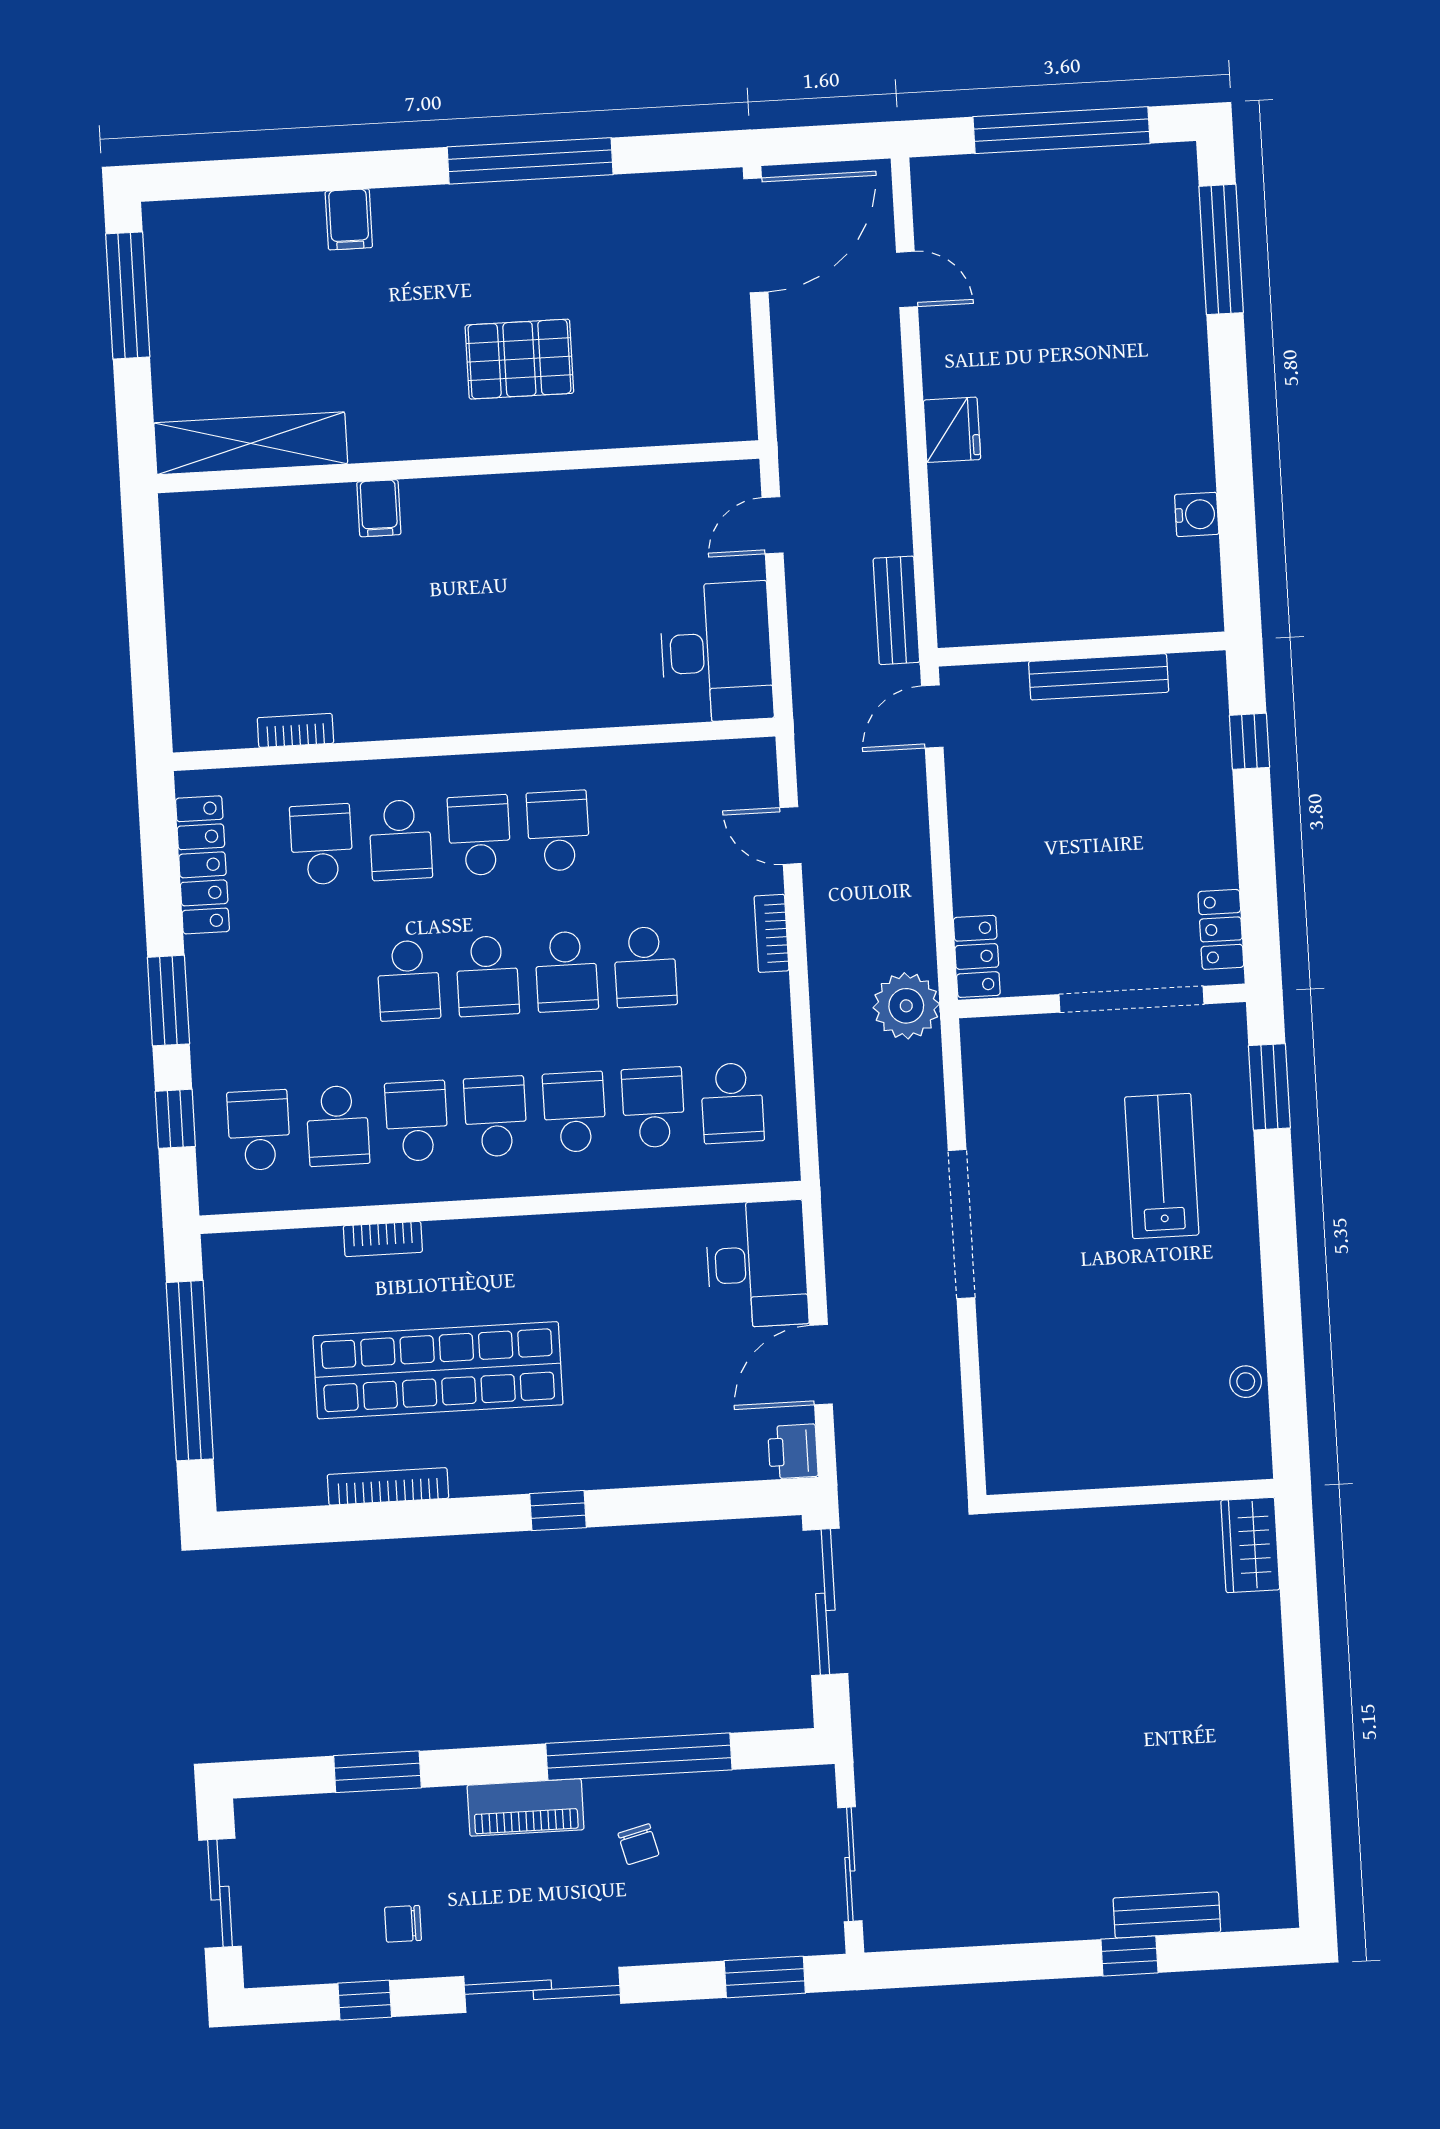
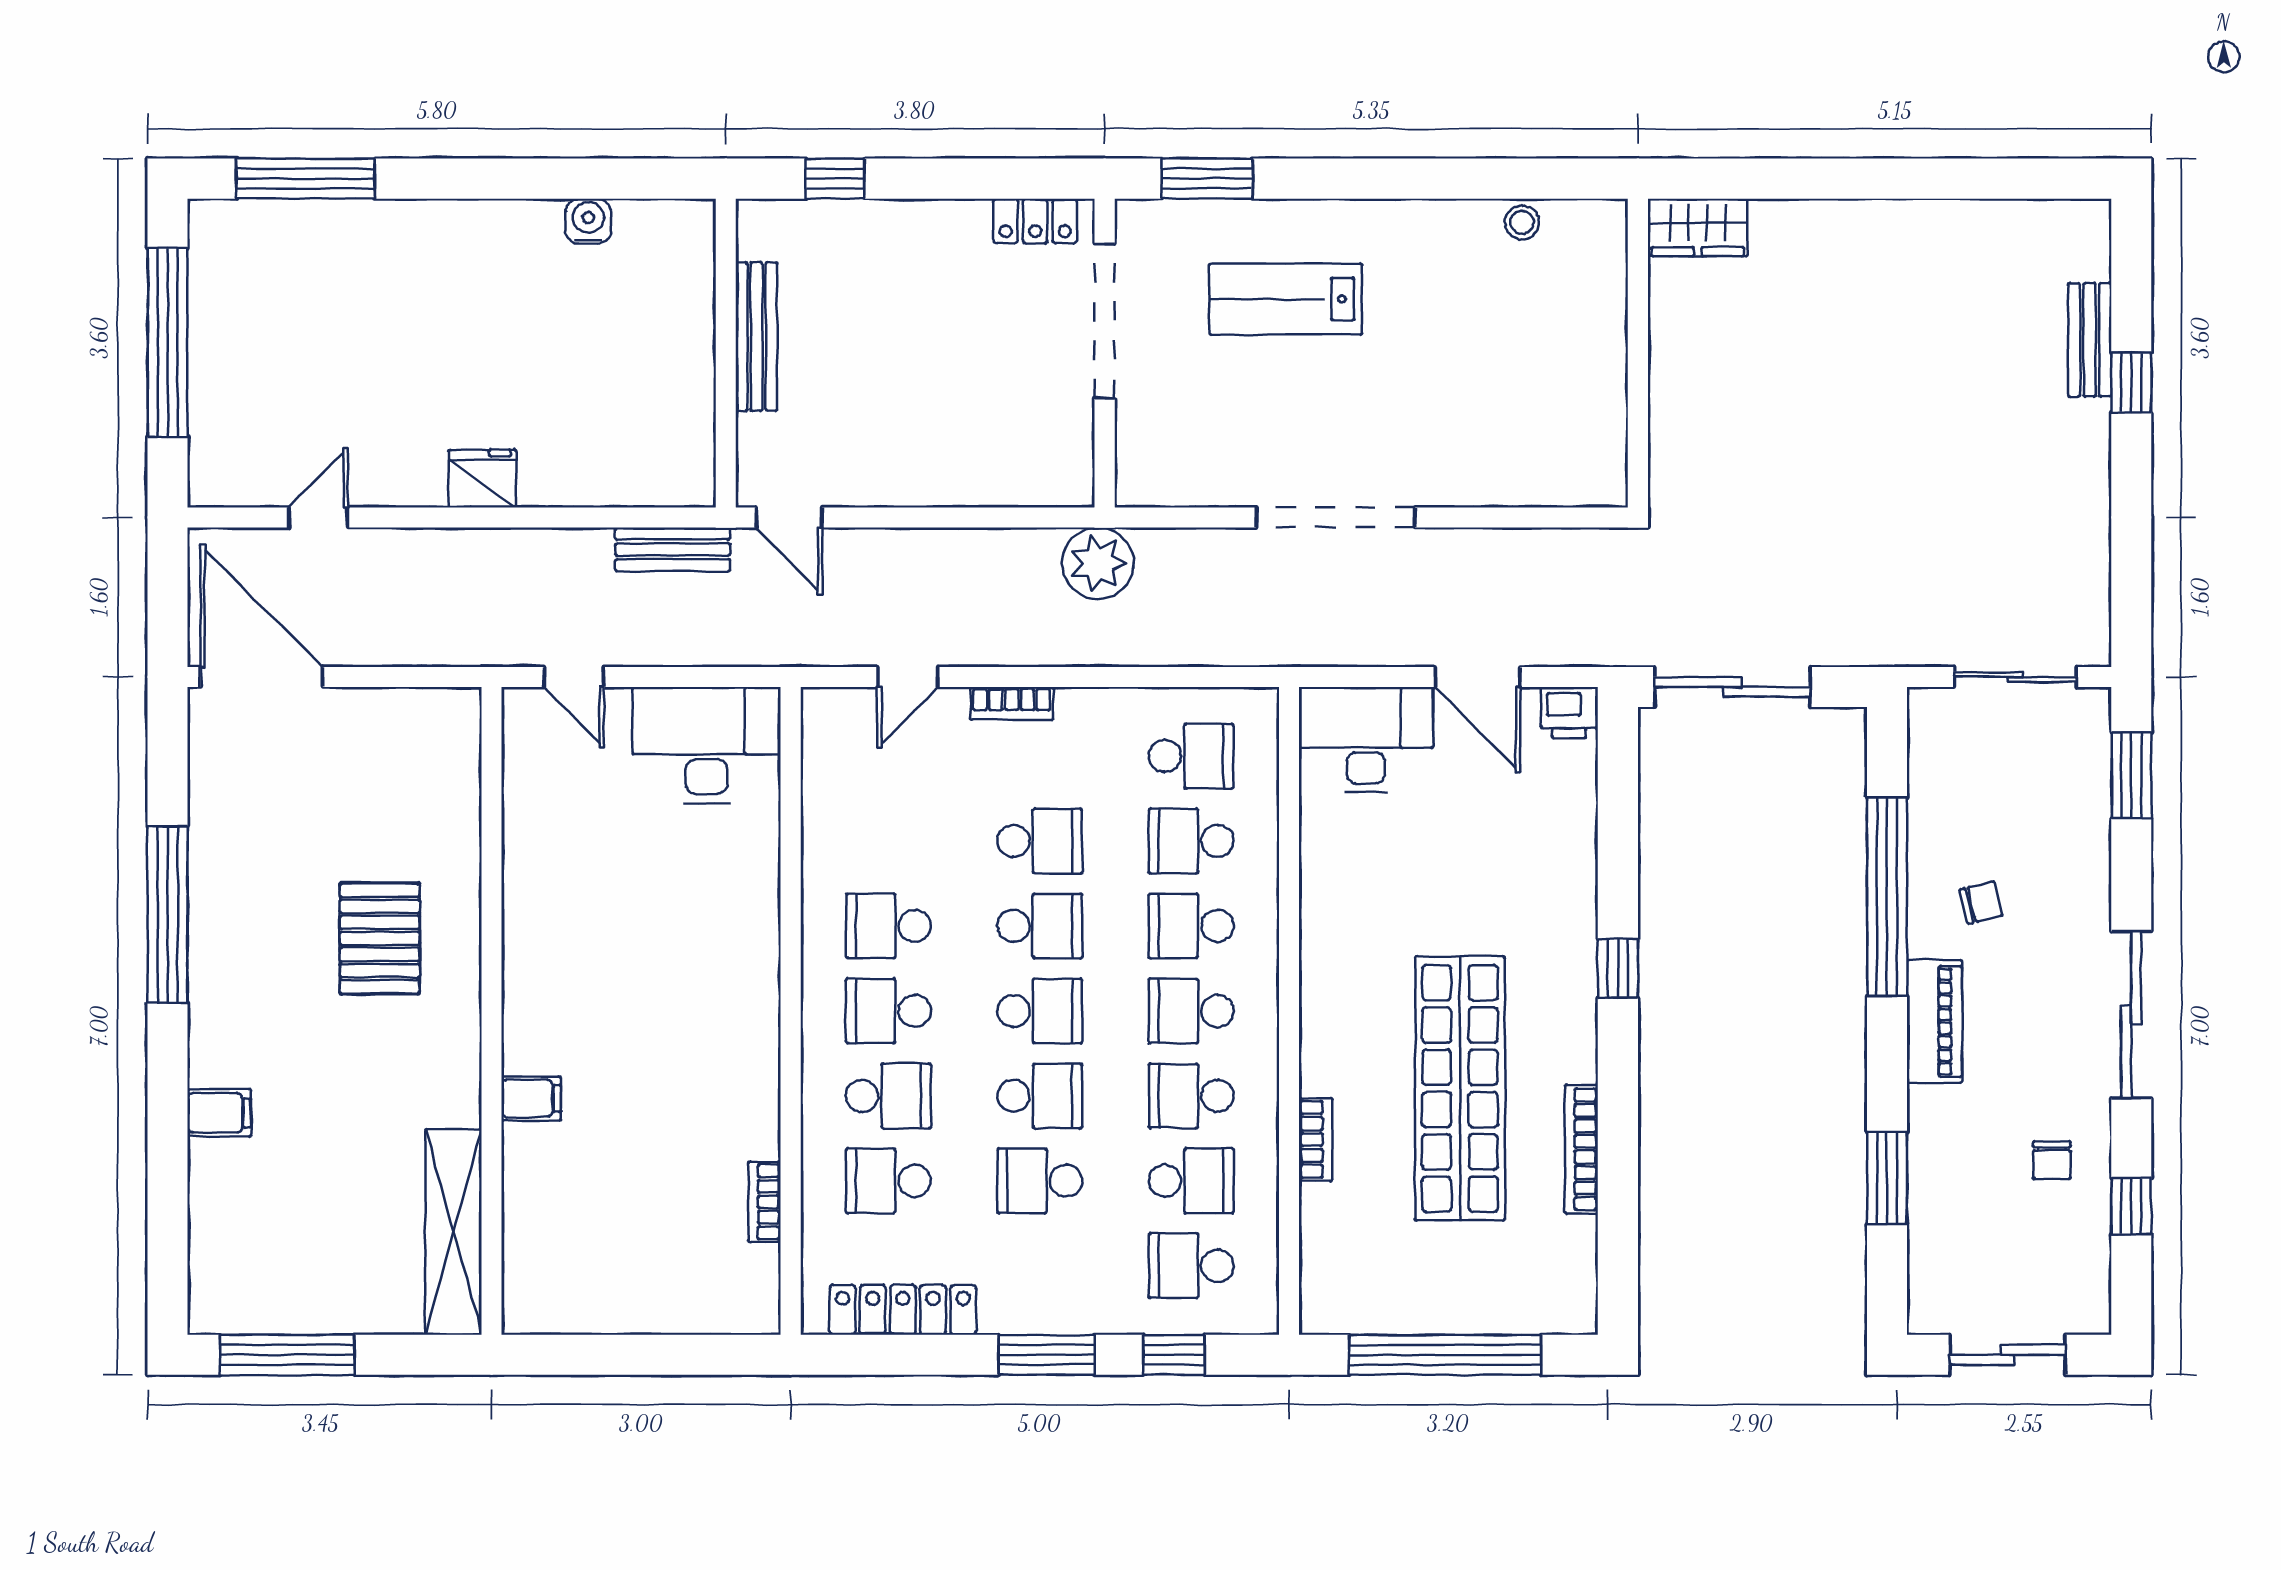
locker: (977, 956) -> (1049, 485), removed
school desk: (330, 985) -> (1040, 1181), added

